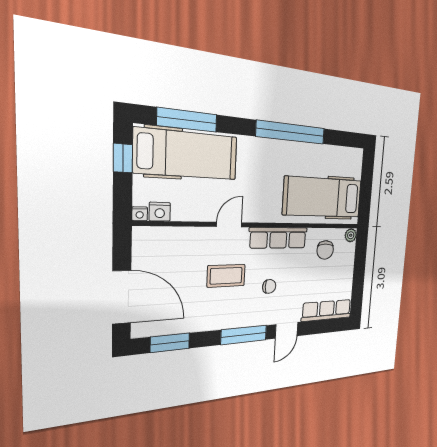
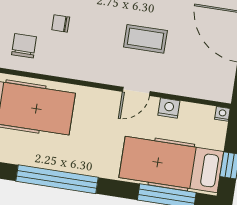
nightstand: (160, 212) -> (169, 108), moved
row of seats: (278, 238) -> (82, 69), removed
chair: (269, 286) -> (61, 23), moved

